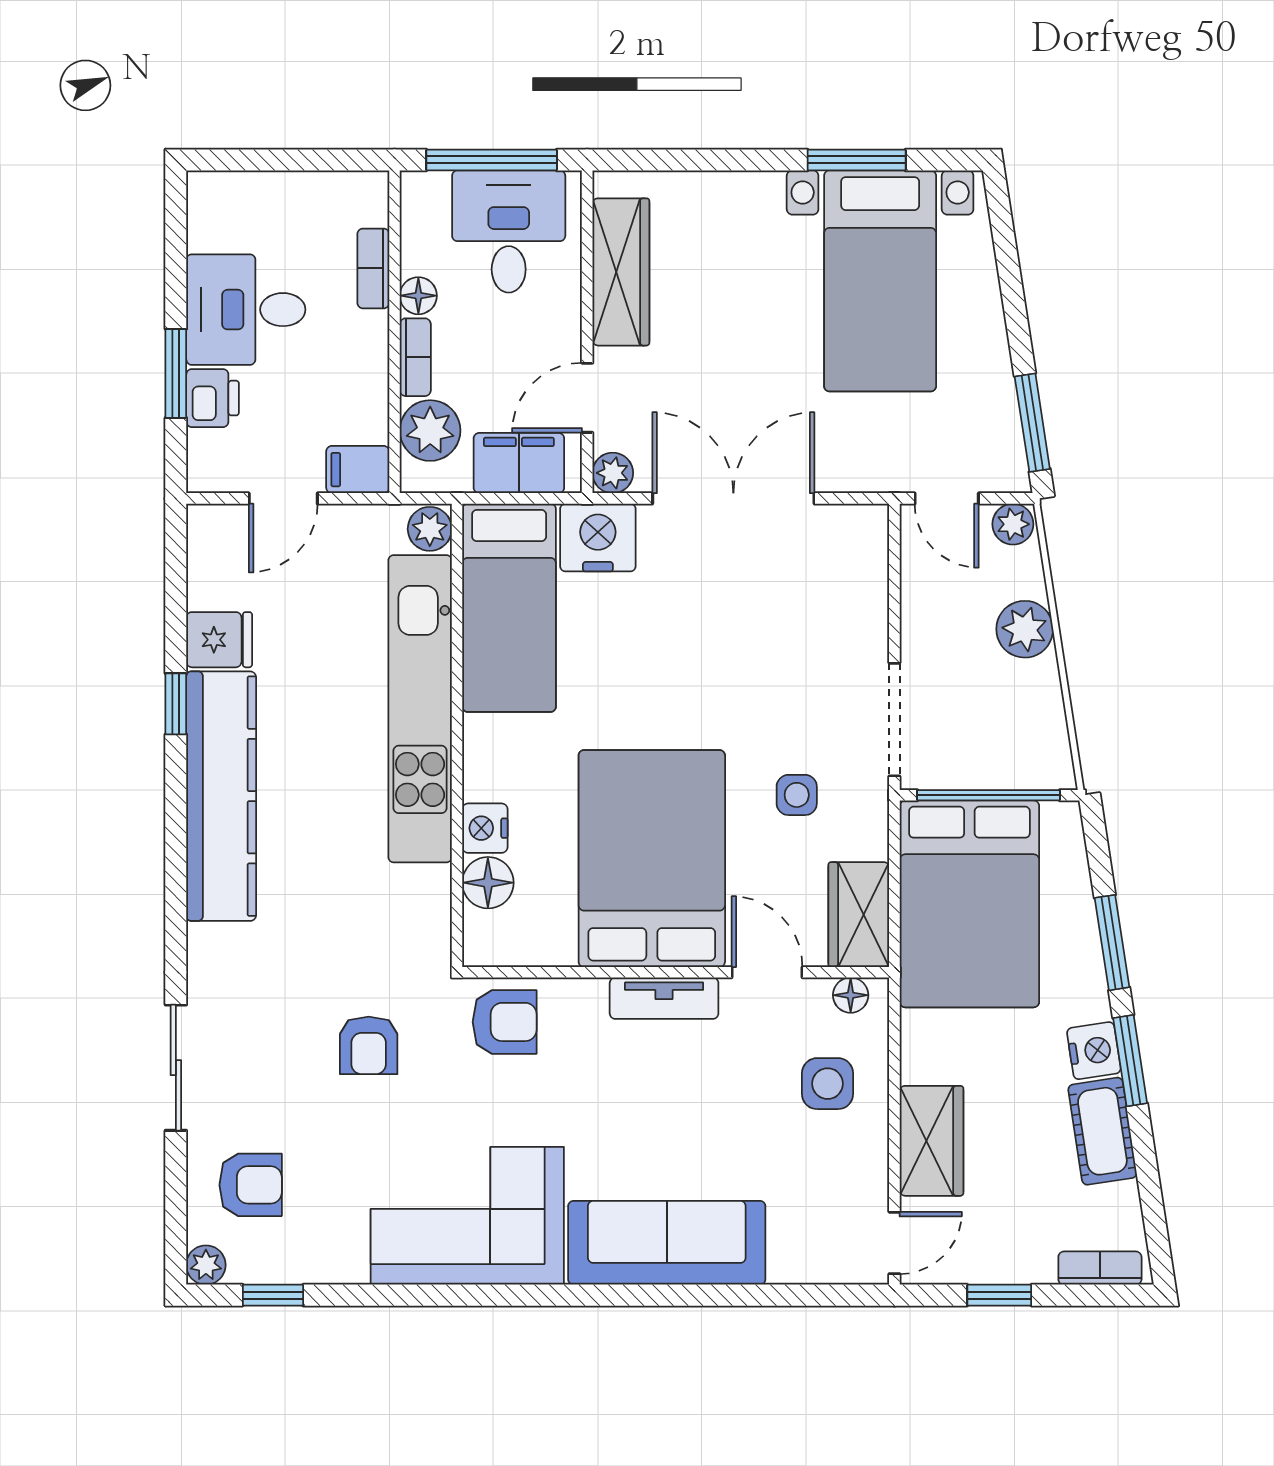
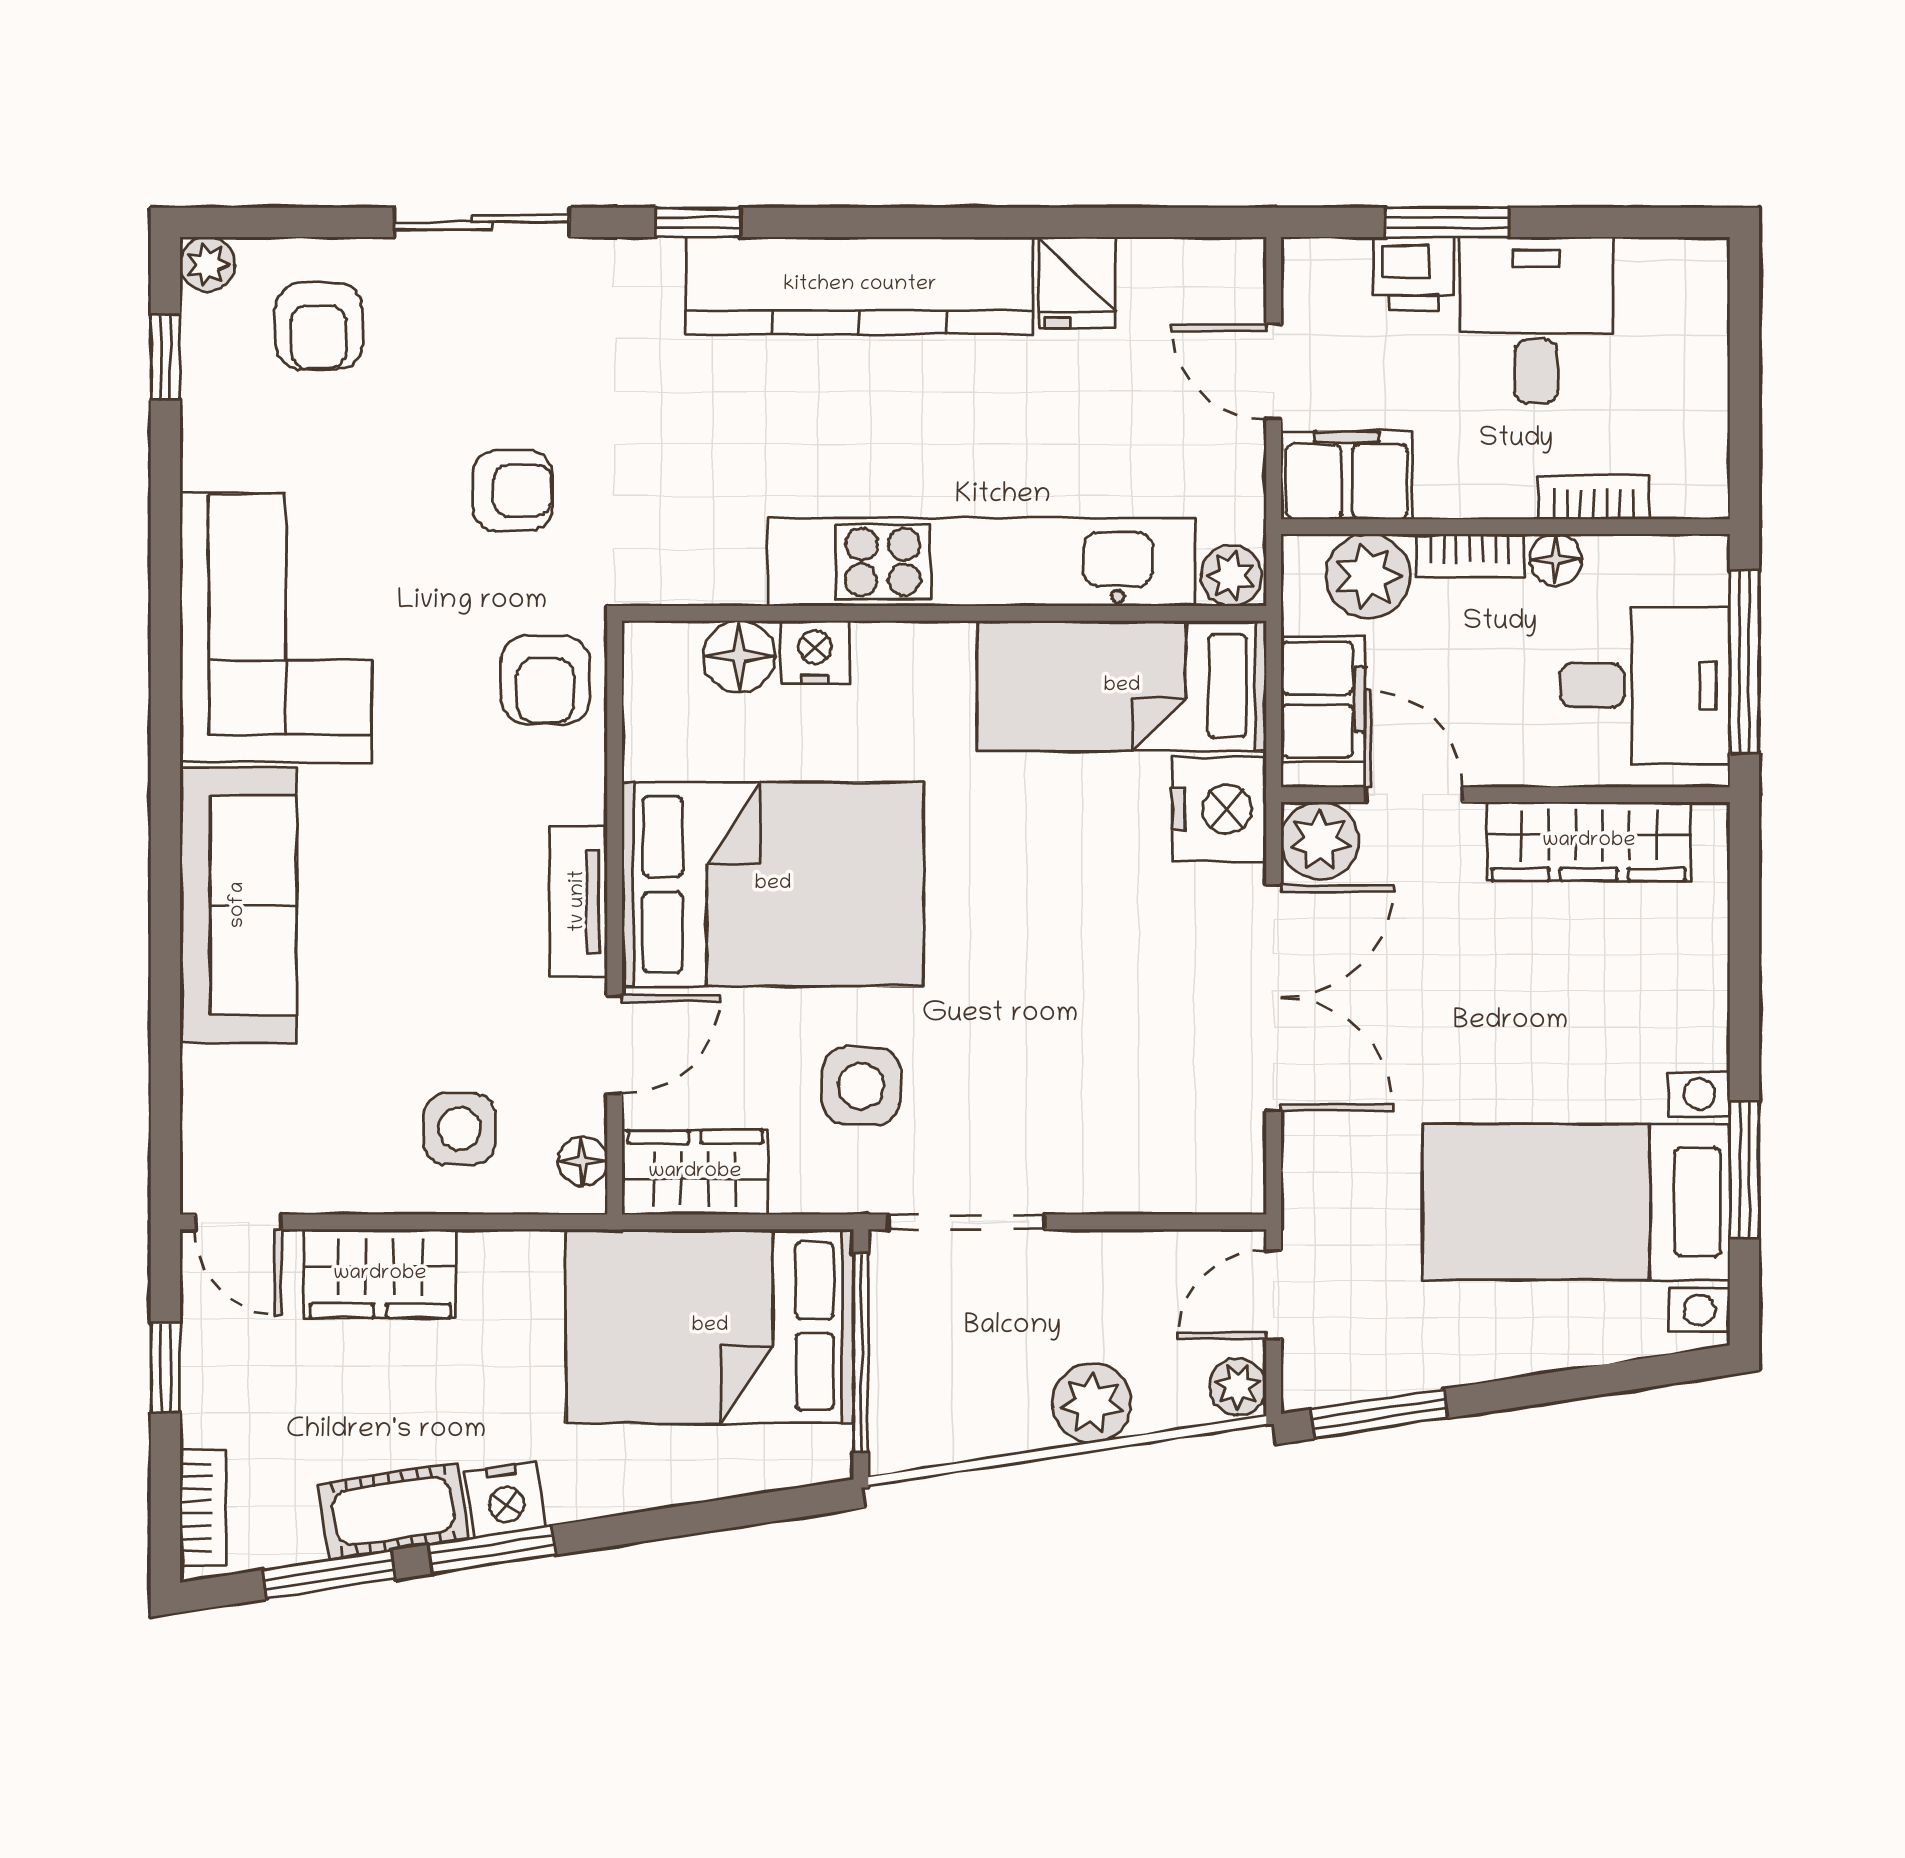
filing cabinet: (358, 470) -> (1347, 475), width x2.00
plant: (613, 473) -> (1320, 841), width x1.38, depth x1.38
window: (176, 704) -> (698, 222), moved
side table: (797, 795) -> (861, 1086), width x1.37, depth x1.37
window: (1112, 943) -> (329, 1575), moved
armchair: (369, 1045) -> (513, 491), turned 180

